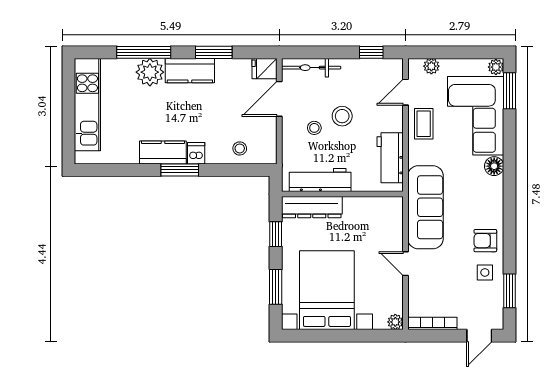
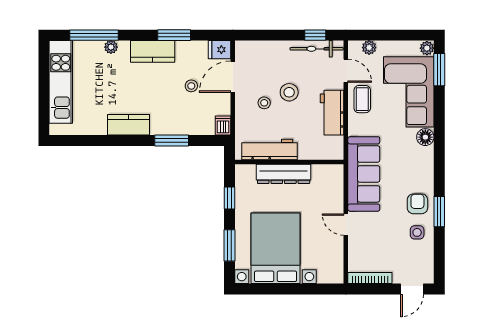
window: (144, 52) -> (94, 35), moved
bicycle: (311, 68) -> (317, 49), moved
plant: (150, 72) -> (111, 47), width x0.53, depth x0.53
door: (405, 92) -> (346, 71), swing flipped
stool: (240, 148) -> (191, 86), moved
dishwasher: (196, 153) -> (223, 125), moved
workbench: (390, 158) -> (332, 113), moved
window: (180, 170) -> (172, 140), moved
dresser: (312, 207) -> (284, 174), moved
armchair: (485, 241) -> (417, 204), turned 90
window: (510, 291) -> (439, 212), moved
plant: (395, 322) -> (337, 277), removed

